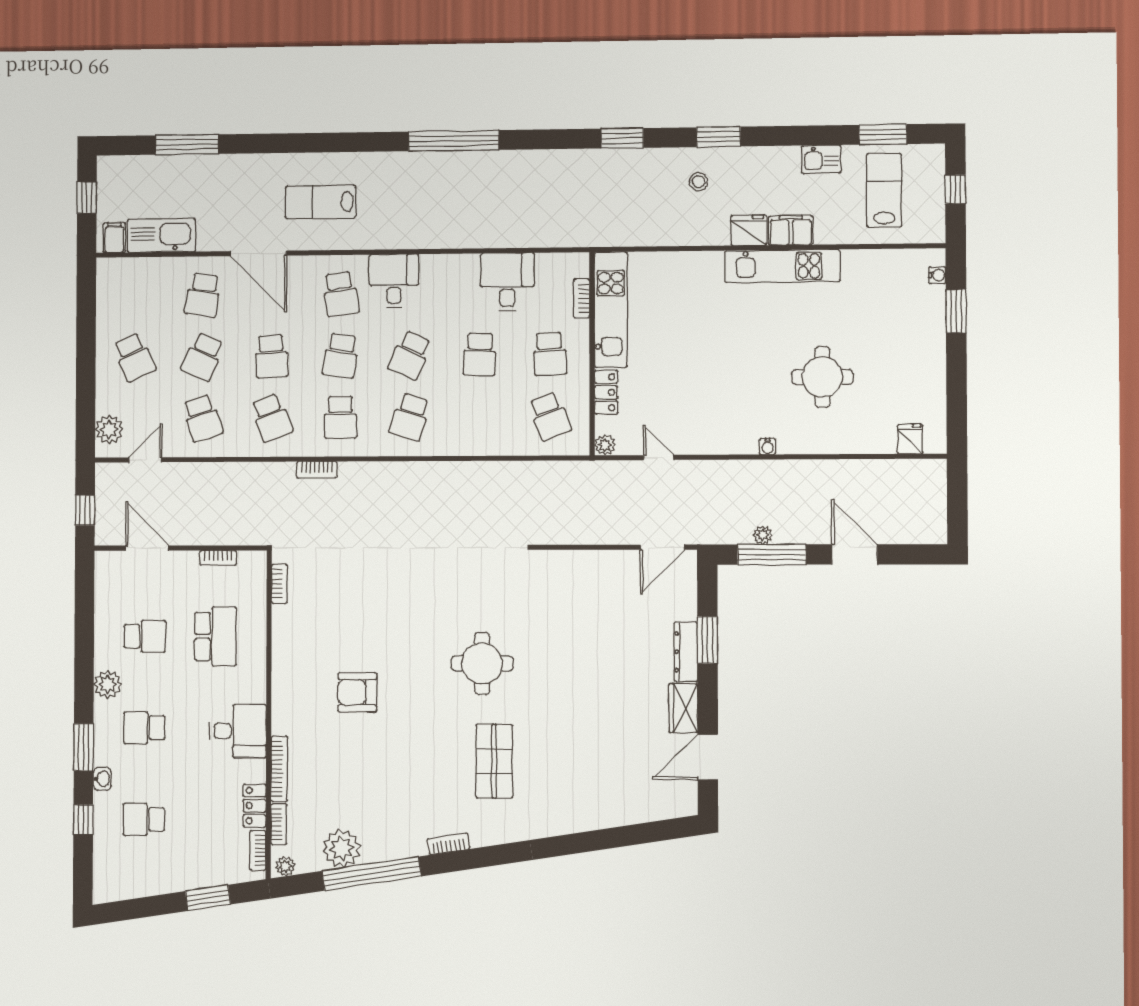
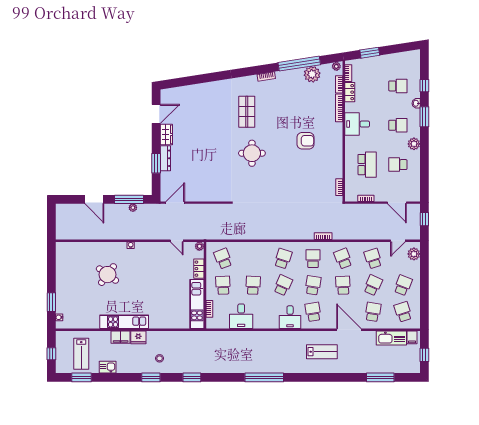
school desk: (135, 296) -> (403, 312), added
school desk: (134, 357) -> (403, 285), turned 45
round table: (822, 377) -> (107, 275), turned 36
fridge: (910, 439) -> (71, 248), removed
school desk: (215, 636) -> (367, 165), turned 180

